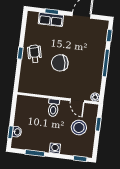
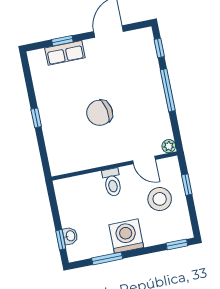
wheelchair: (35, 54) -> (58, 112), removed
washing machine: (55, 148) -> (126, 236), width x1.89, depth x1.89

